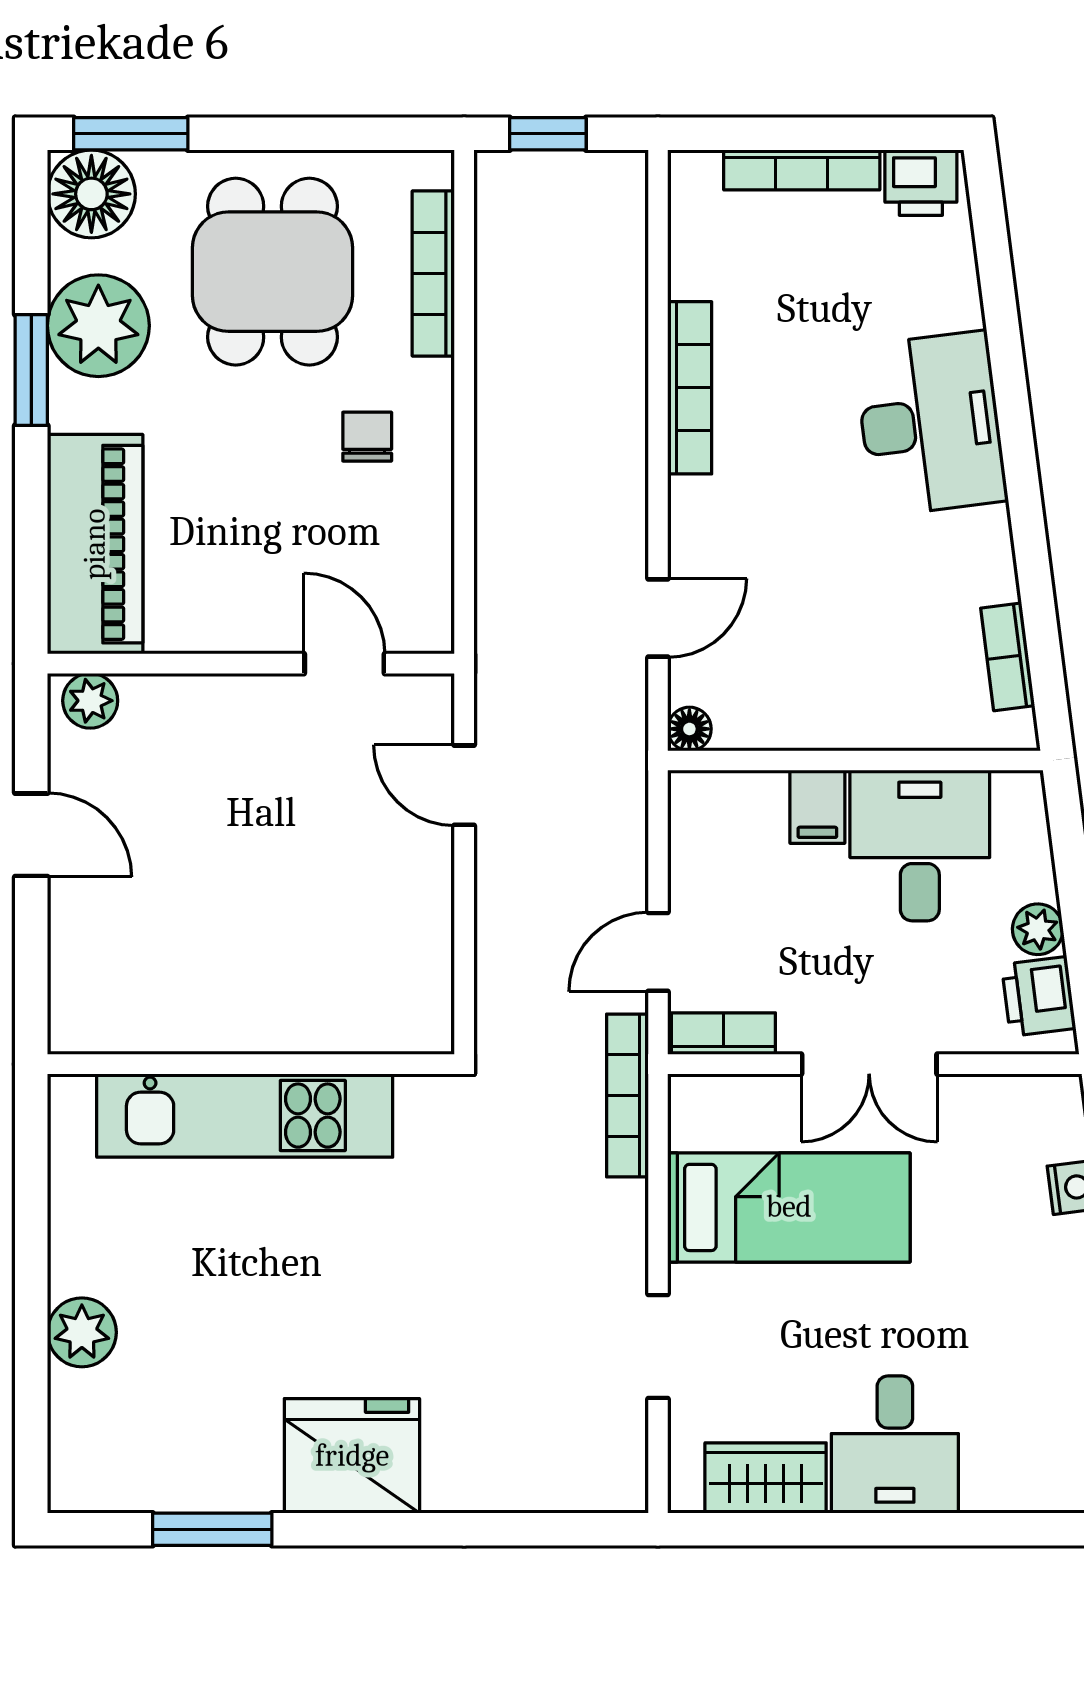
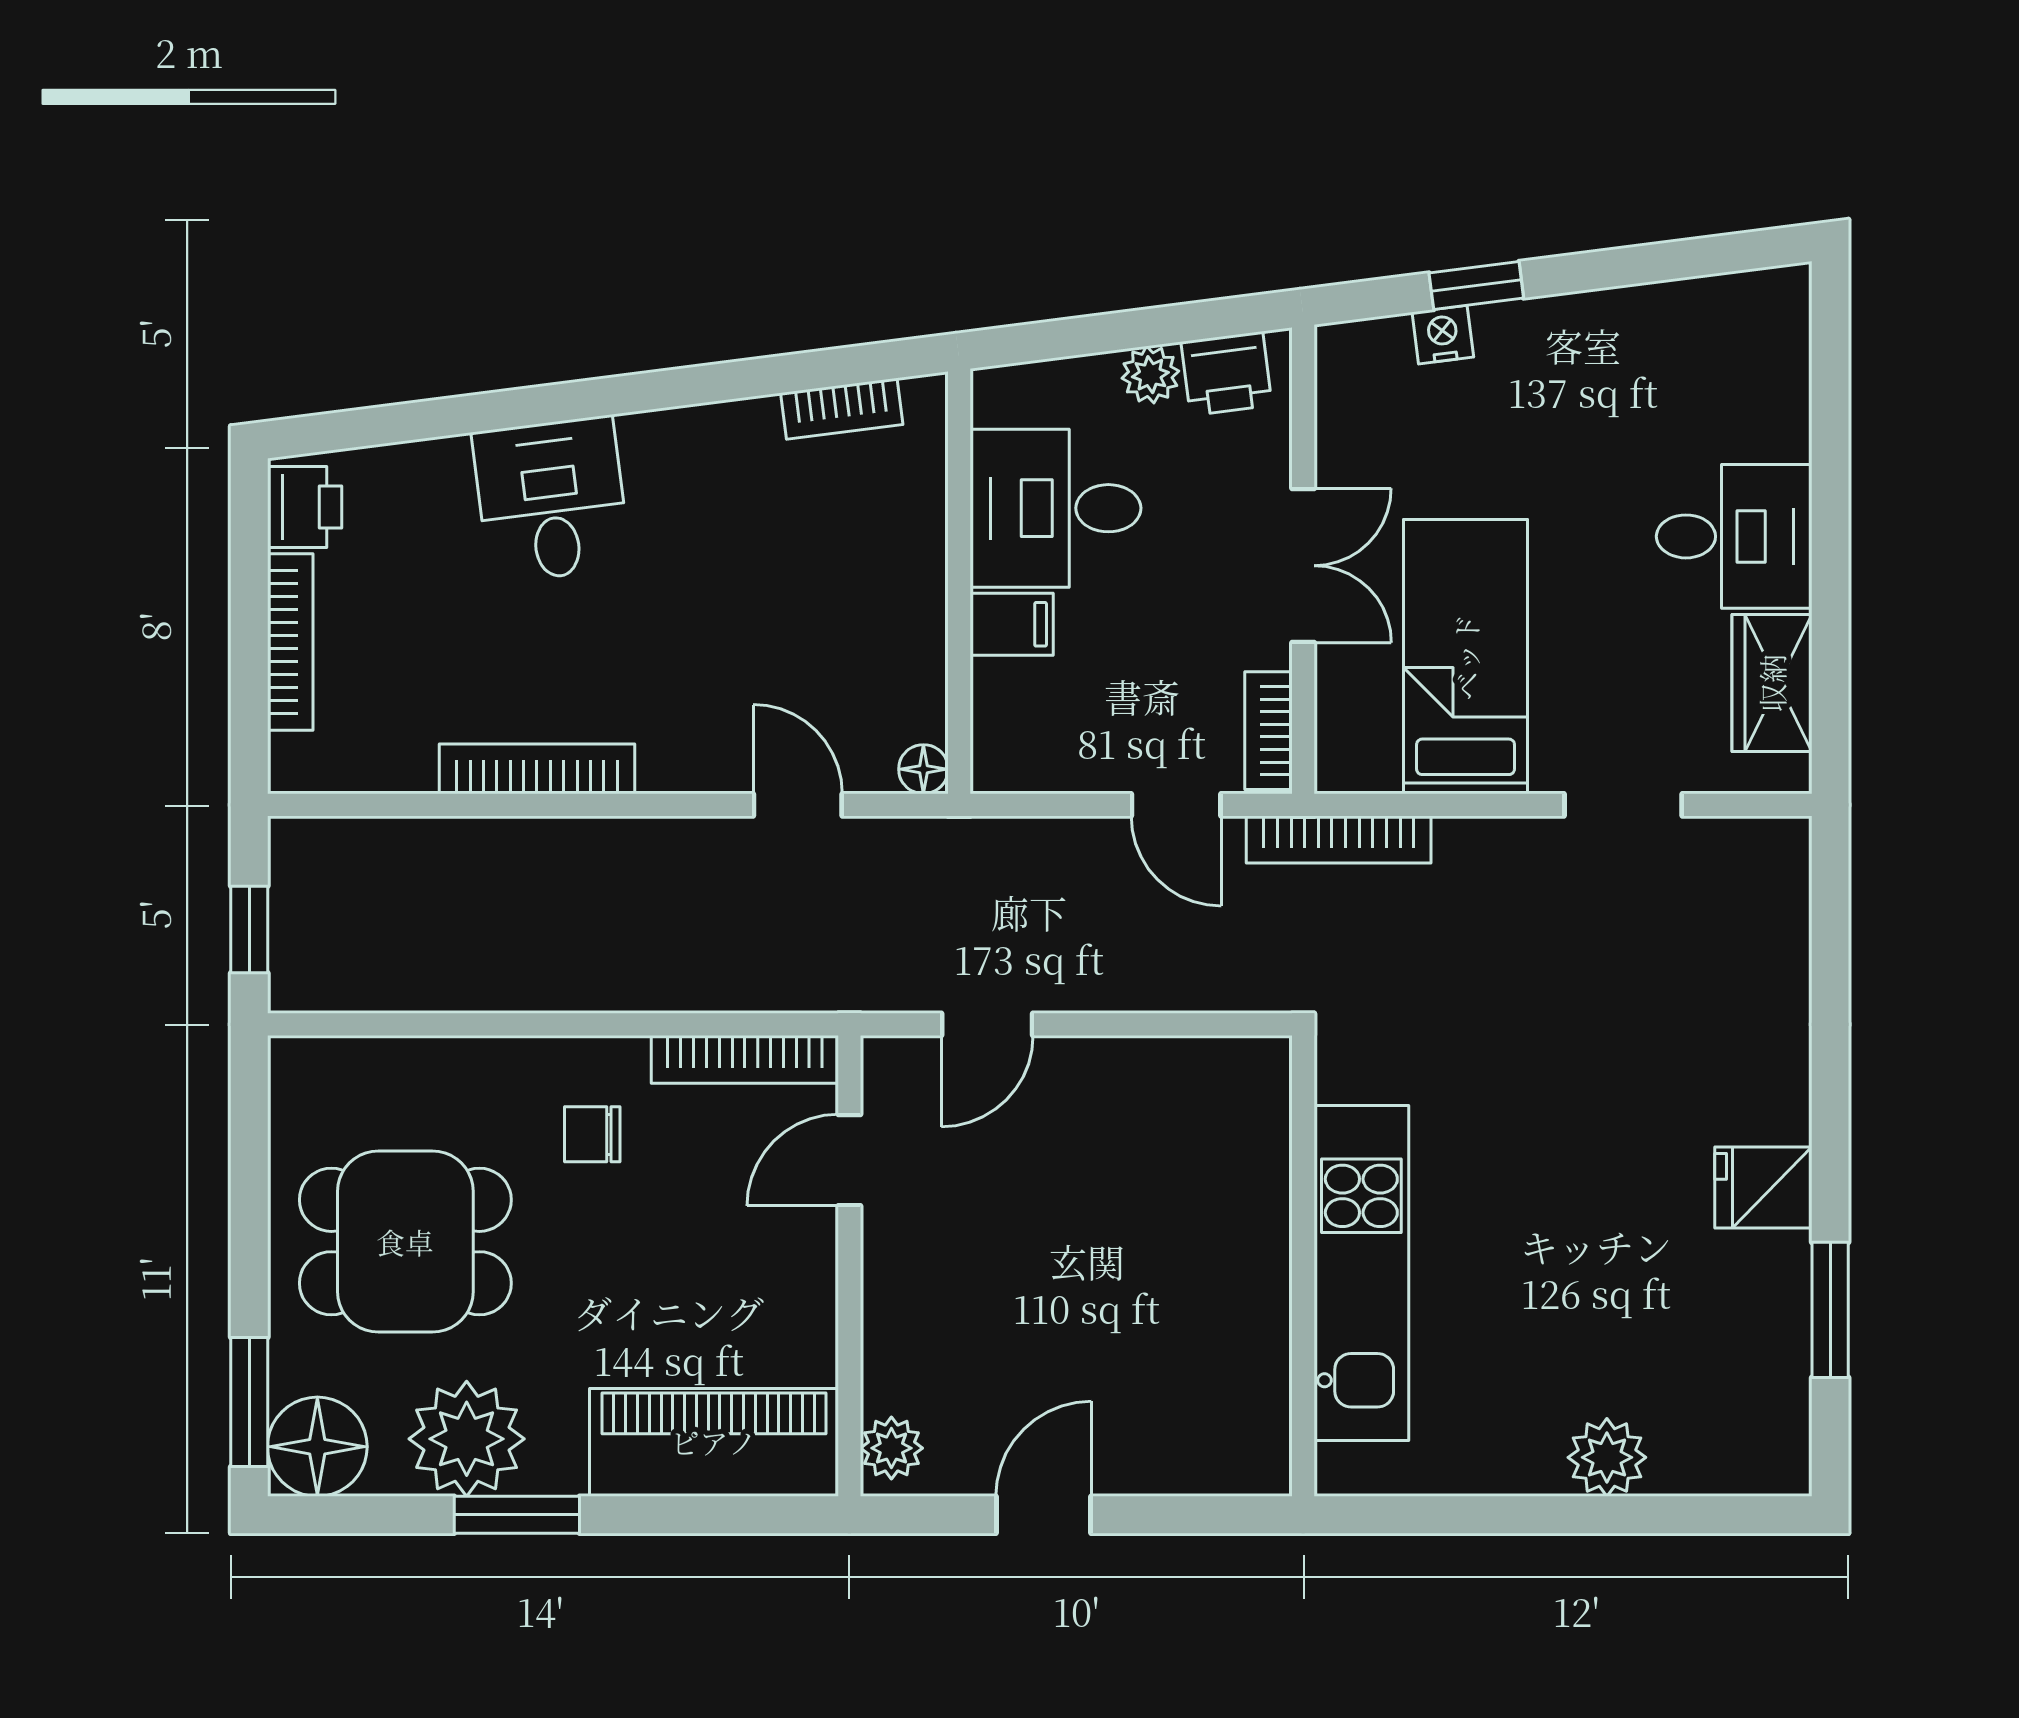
bookcase: (433, 274) -> (745, 1059), moved
desk: (930, 424) -> (551, 500), width x0.73
fridge: (352, 1456) -> (1763, 1188), width x0.53, depth x0.75

